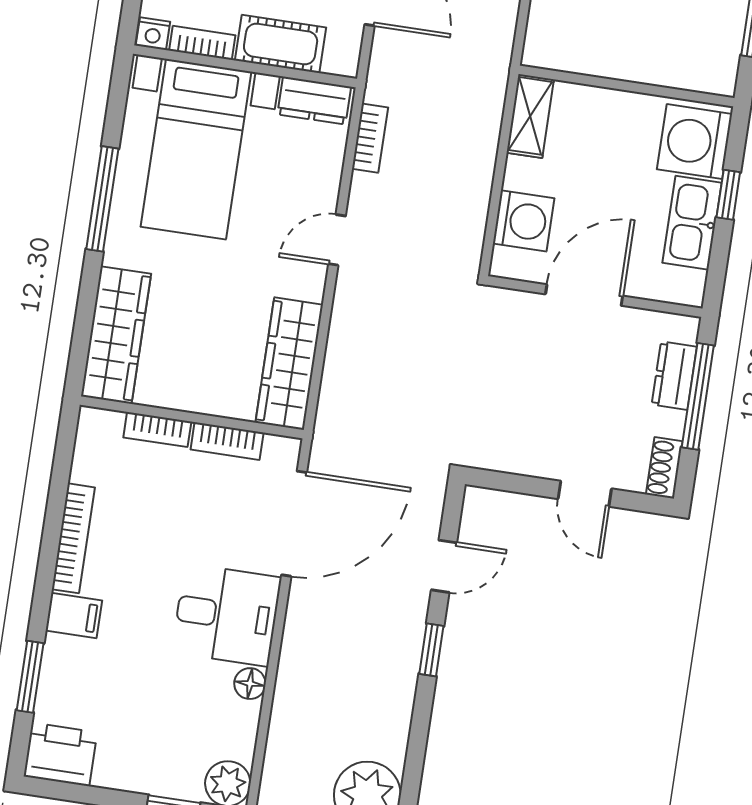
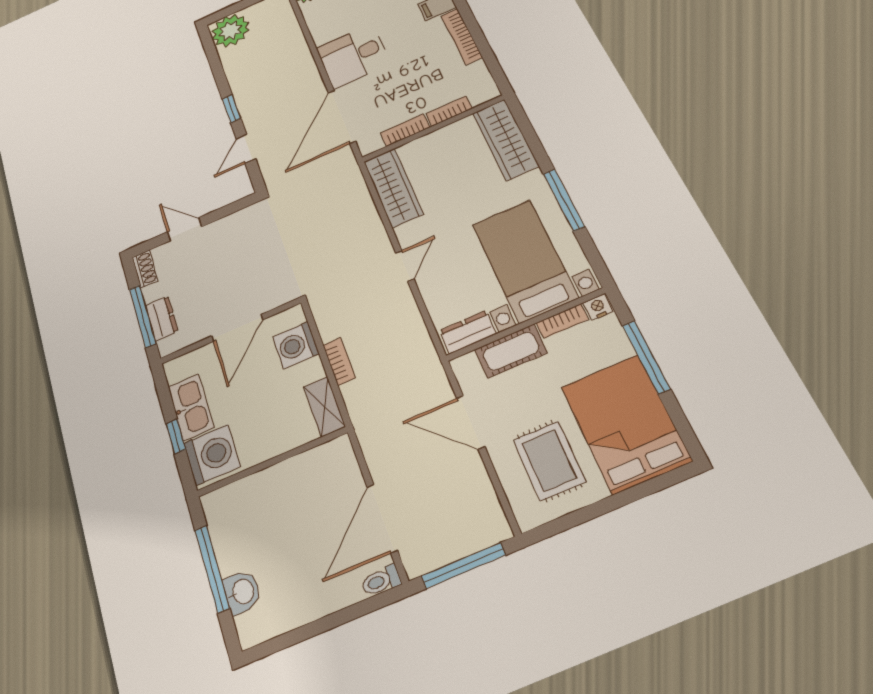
bookcase: (370, 138) -> (339, 362), moved, turned 180
floor lamp: (250, 684) -> (321, 36), removed

